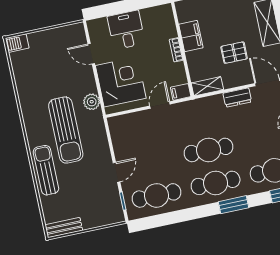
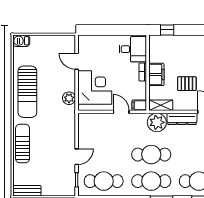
desk: (126, 30) -> (133, 49), moved, turned 90
filing cabinet: (191, 36) -> (156, 74), moved
dresser: (237, 98) -> (182, 119), width x1.44
door: (160, 105) -> (121, 112), hinge flipped
plant: (207, 109) -> (157, 122), added
sun lounger: (66, 130) -> (27, 92), moved

